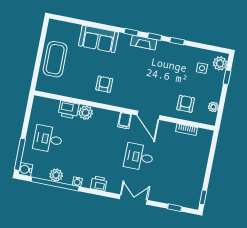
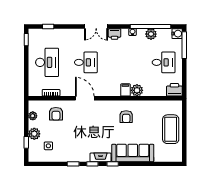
sofa: (99, 39) -> (133, 153), width x1.36
plant: (220, 63) -> (34, 134), moved
printer: (69, 110) -> (174, 90), moved
filing cabinet: (125, 121) -> (125, 90), moved
desk: (184, 166) -> (47, 62), added
double door: (133, 199) -> (96, 26), moved

